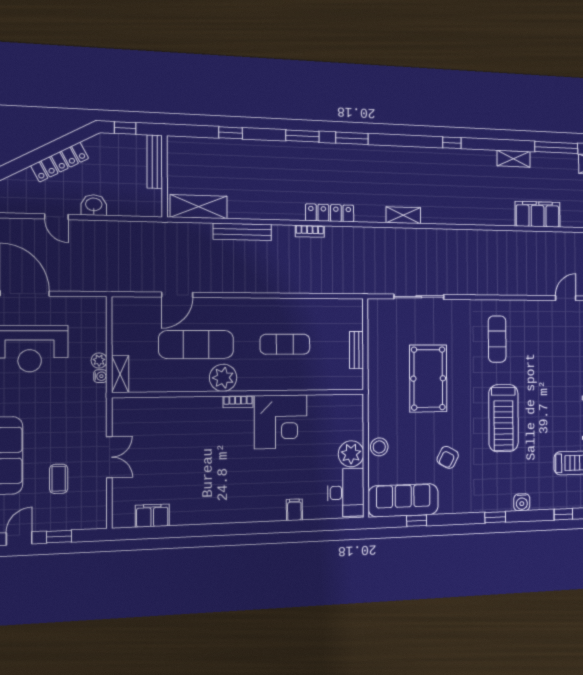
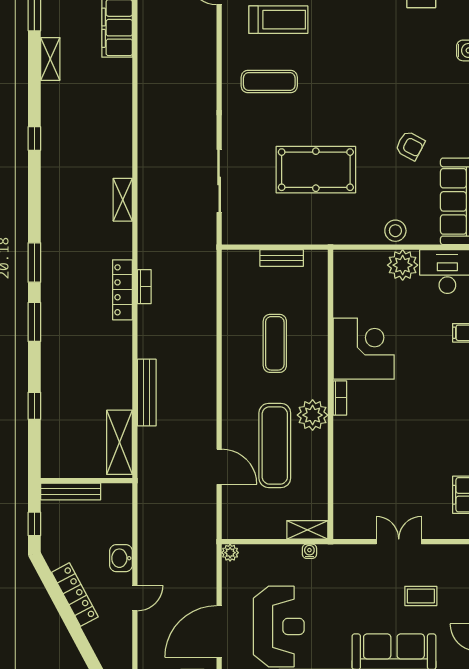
bookcase: (310, 231) -> (144, 287), moved
plant: (99, 360) -> (230, 553), moved
treadmill: (503, 418) -> (278, 20), moved, width x0.73, depth x0.73

